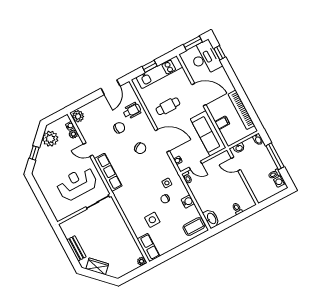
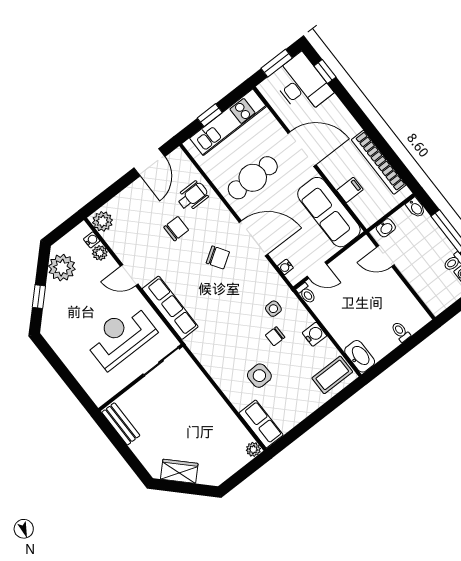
cafe table: (168, 106) -> (253, 178), width x1.37, depth x1.35
bench: (76, 248) -> (121, 424), moved

